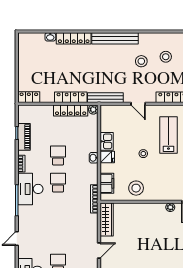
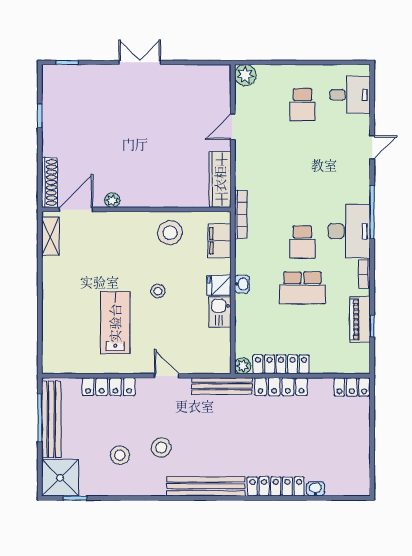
lab bench: (168, 135) -> (115, 323), turned 180
school desk: (58, 156) -> (302, 288), width x1.85

